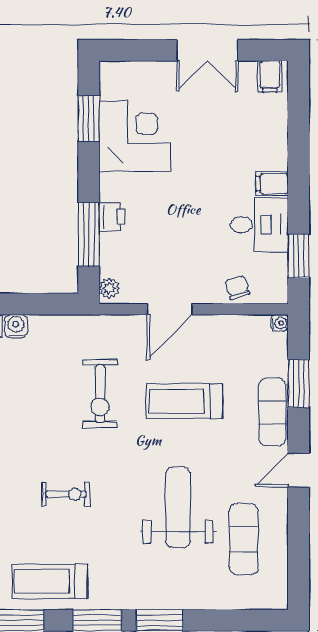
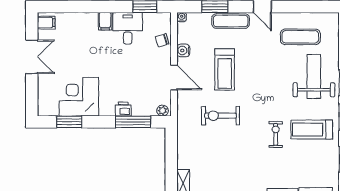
water cooler: (16, 326) -> (183, 50), moved
exercise bike: (100, 394) -> (220, 116), turned 180
weight bench: (178, 507) -> (314, 76), moved, turned 90
treadmill: (49, 581) -> (312, 130), moved, turned 90

